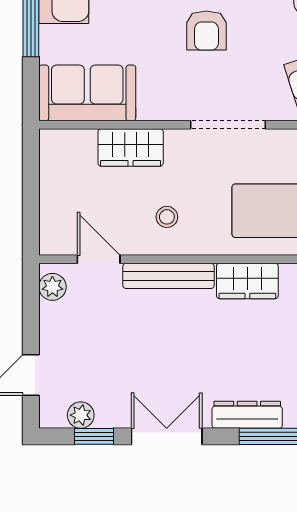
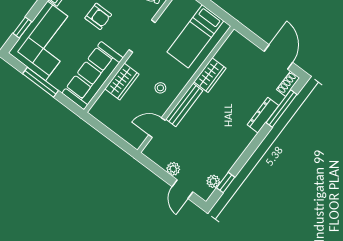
sofa: (87, 93) -> (93, 75), width x1.36
plant: (52, 287) -> (173, 169), moved
double door: (167, 436) -> (247, 154), removed

